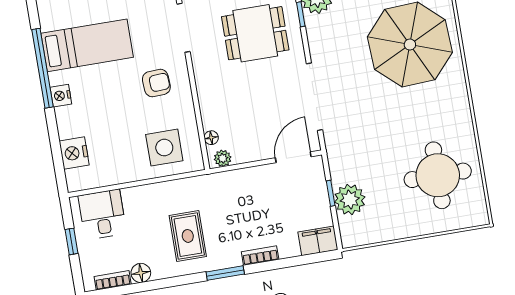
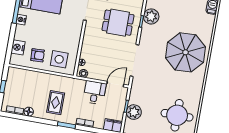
armchair: (156, 83) -> (38, 55), moved
desk: (102, 214) -> (95, 93), moved

